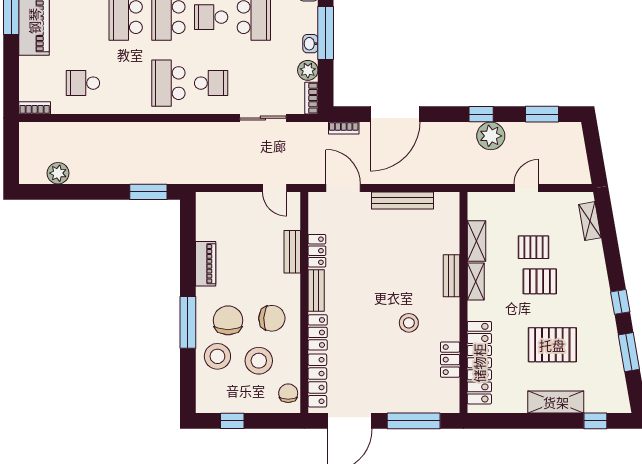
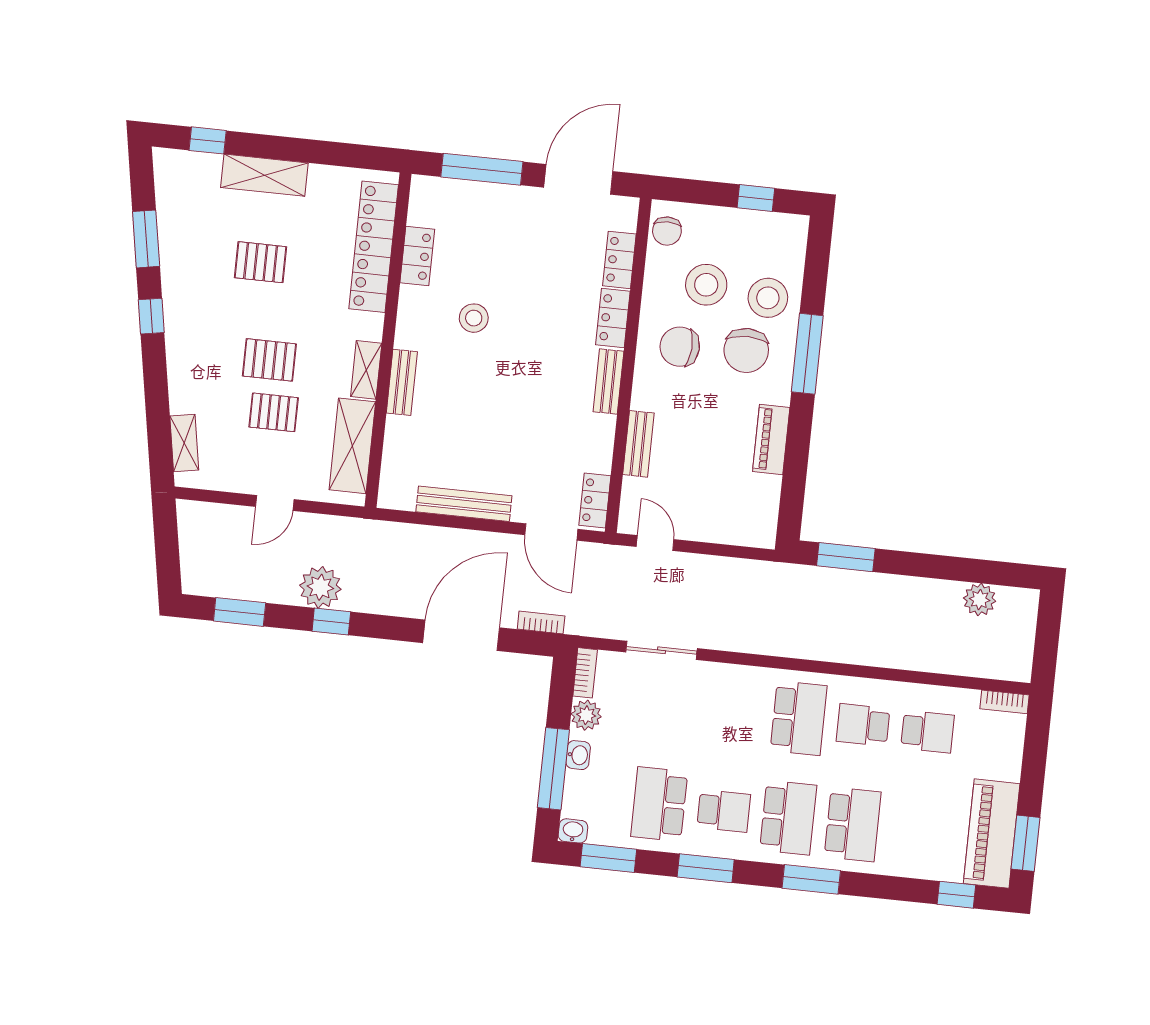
school desk: (211, 83) -> (863, 725), moved
shelving: (477, 241) -> (352, 446), width x1.50, depth x1.33
locker: (317, 251) -> (595, 500), moved
pallet: (552, 345) -> (261, 262), width x0.67, depth x0.71
locker: (317, 381) -> (619, 260), width x0.66

